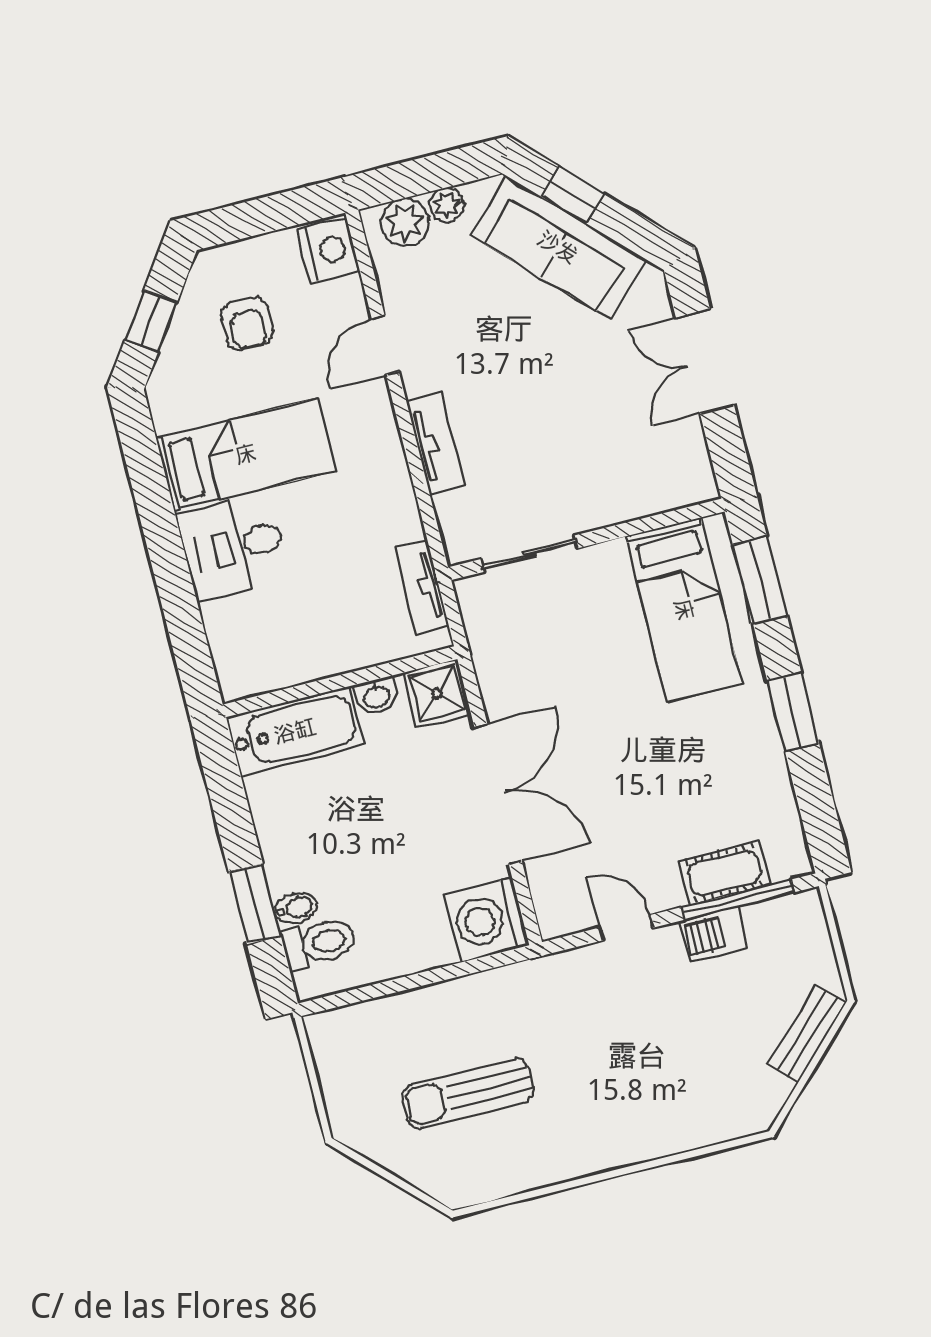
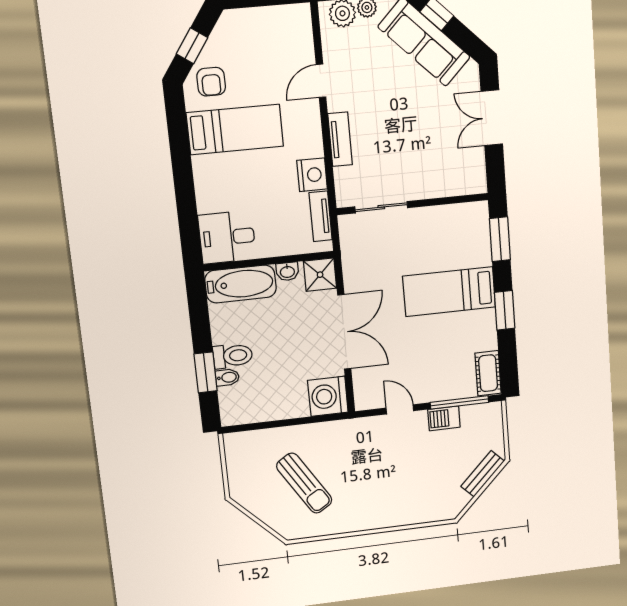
nightstand: (329, 251) -> (312, 175), moved
armchair: (247, 324) -> (211, 82), moved
desk: (233, 546) -> (227, 237), moved
bed: (684, 610) -> (449, 292), moved, turned 90
cot: (724, 873) -> (488, 373), moved, turned 90
toilet: (319, 943) -> (233, 356), moved
sun lounger: (468, 1093) -> (304, 483), turned -122

